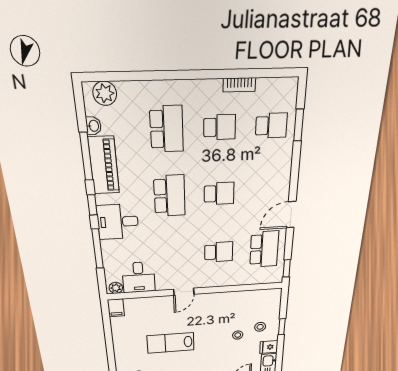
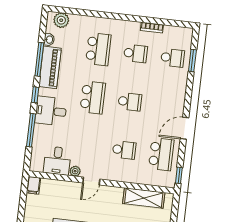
plant: (116, 288) -> (75, 171), moved
shelving: (247, 299) -> (144, 198), added

